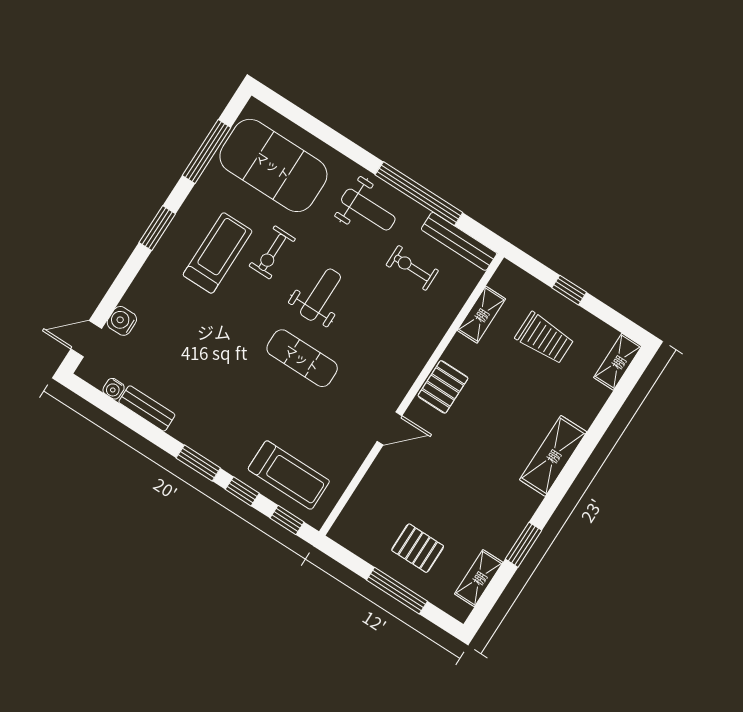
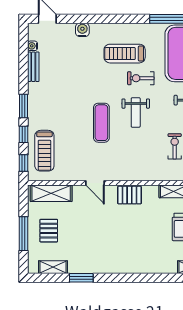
window: (157, 228) -> (118, 19), removed
treadmill: (218, 253) -> (125, 54), turned 180
weight bench: (321, 295) -> (136, 112), turned 90
water cooler: (122, 321) -> (82, 30), moved
shelving: (553, 456) -> (51, 193), moved

